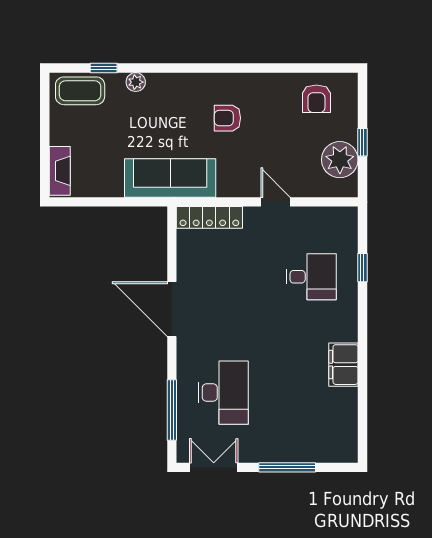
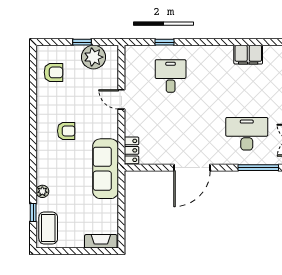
armchair: (227, 118) -> (66, 131), turned -90
door: (276, 202) -> (121, 99), hinge flipped
locker: (209, 217) -> (131, 150), width x0.66
filing cabinet: (343, 365) -> (248, 55), moved

